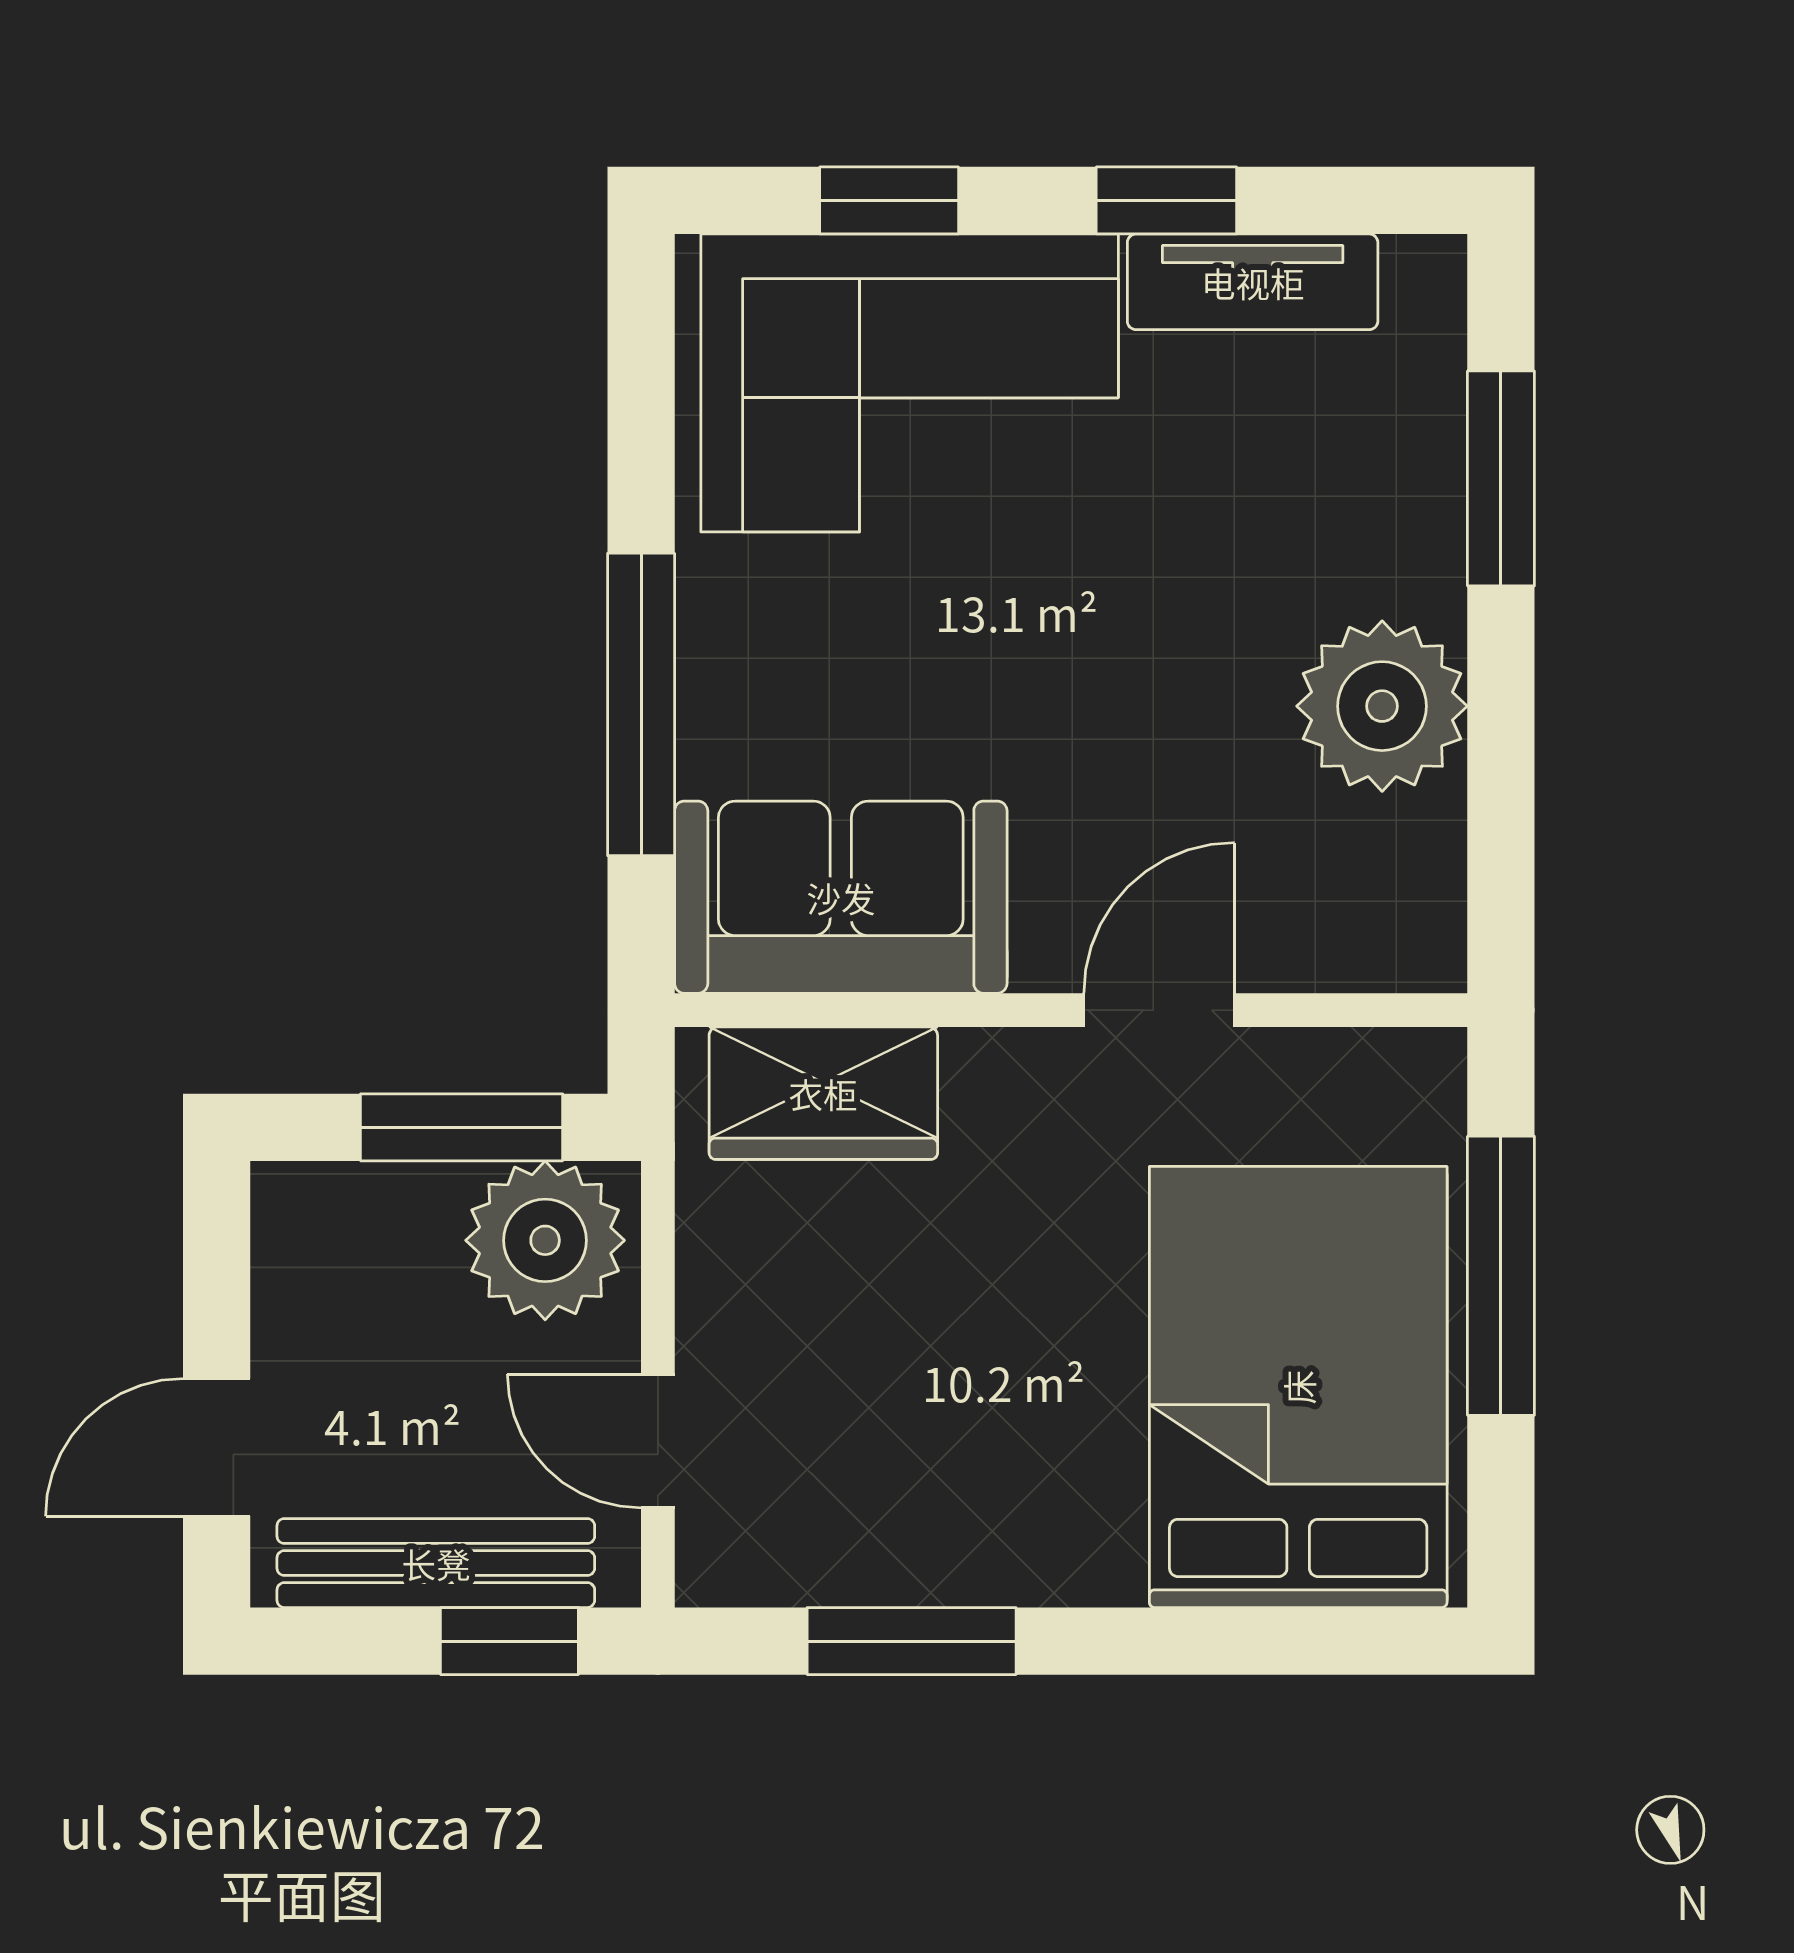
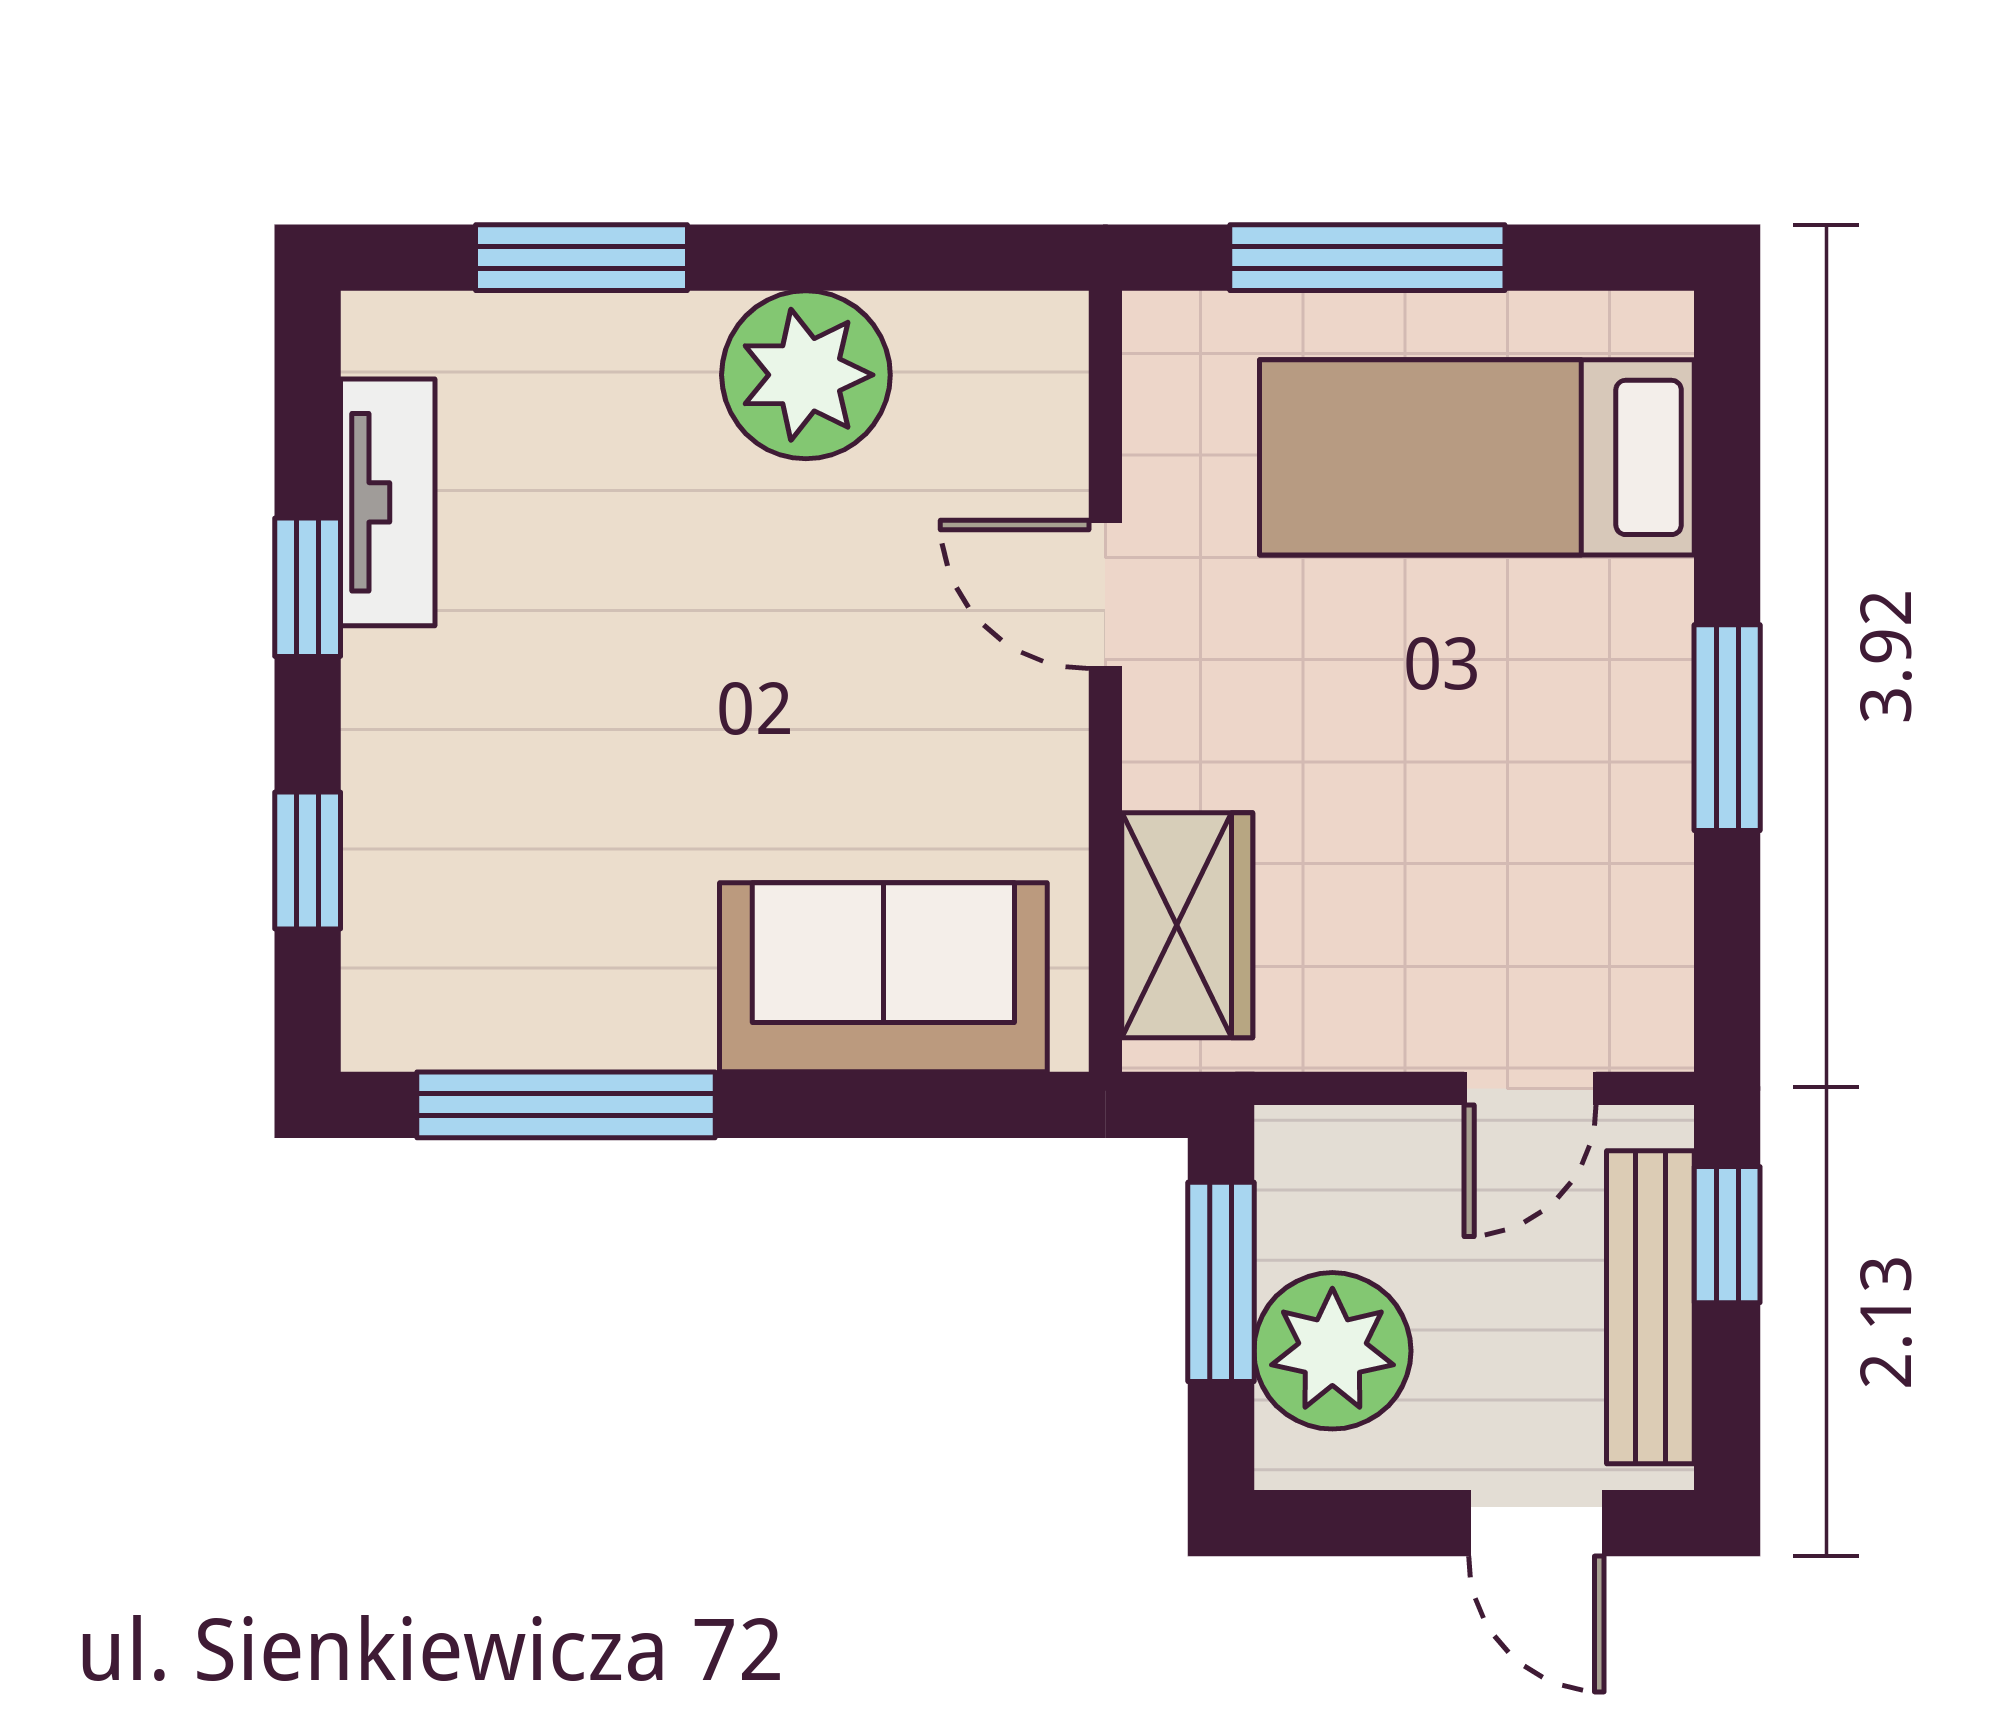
corner sofa: (910, 383) -> (487, 840), removed
window: (641, 704) -> (566, 1105), moved
sofa: (841, 897) -> (883, 977), moved, turned 90
plant: (545, 1240) -> (1332, 1351), moved
bed: (1298, 1387) -> (1477, 457), width x0.67
window: (912, 1641) -> (1727, 728), moved

